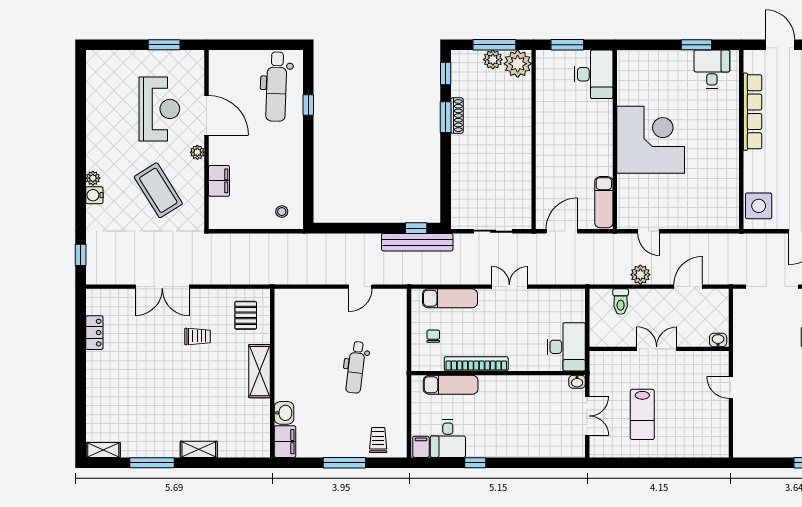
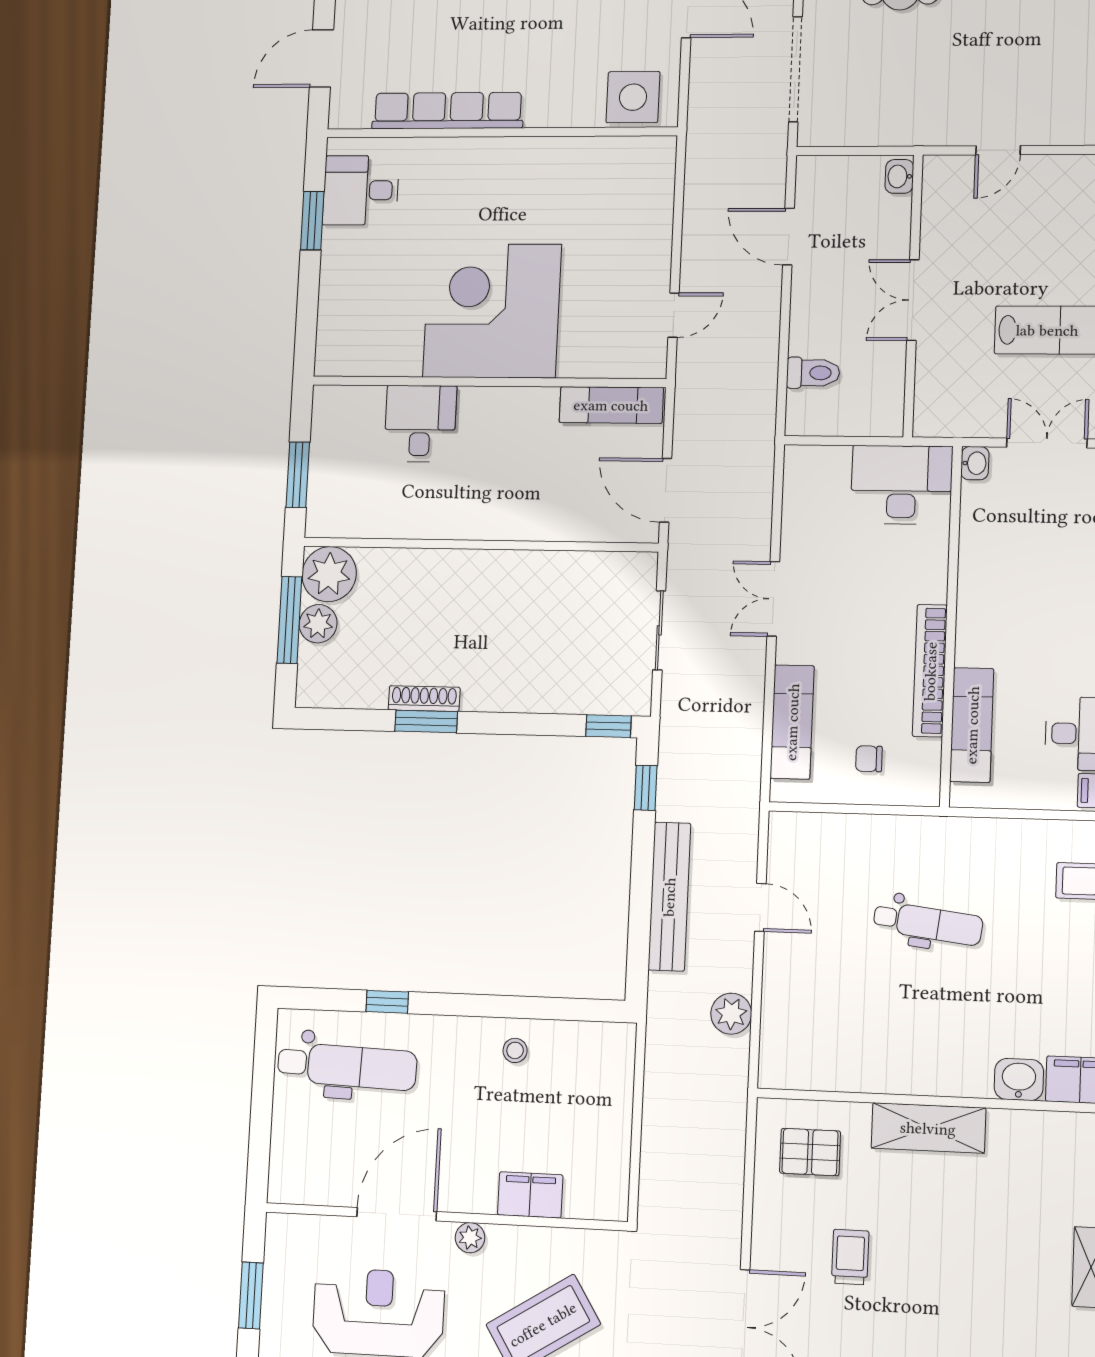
window: (446, 74) -> (608, 726), moved
desk: (594, 74) -> (420, 424), moved, width x0.73
stool: (282, 212) -> (515, 1050), moved
bench: (417, 242) -> (669, 897), moved
plant: (640, 275) -> (731, 1014), moved

